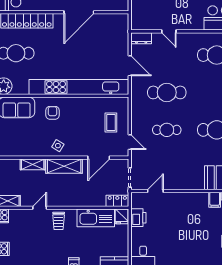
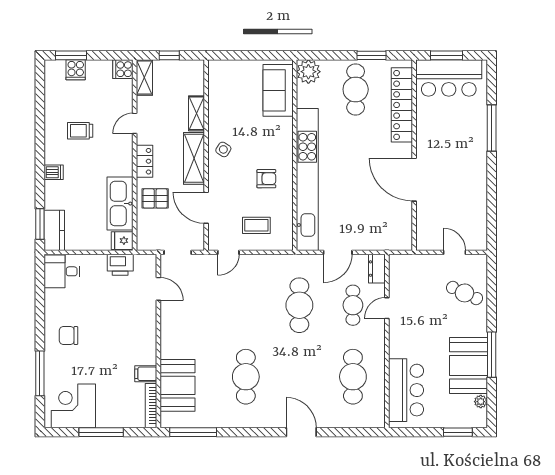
armchair: (52, 113) -> (266, 179), moved
cafe table: (167, 130) -> (353, 305), moved
pallet: (92, 193) -> (155, 198), added
locker: (117, 201) -> (144, 161), moved
door: (40, 208) -> (135, 123), swing flipped
trolley: (59, 221) -> (80, 131), moved
chair: (188, 254) -> (69, 336), added

